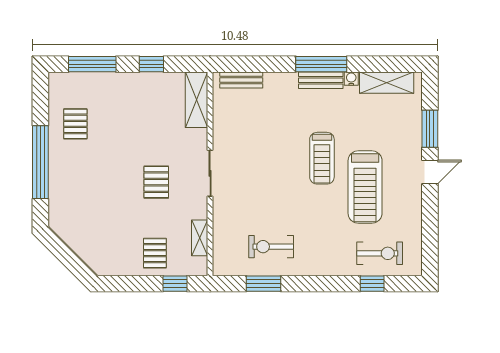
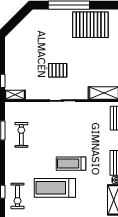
pallet: (75, 124) -> (90, 25), width x2.05, depth x2.00
shelving: (200, 238) -> (15, 95), moved
pallet: (155, 253) -> (18, 70), removed

